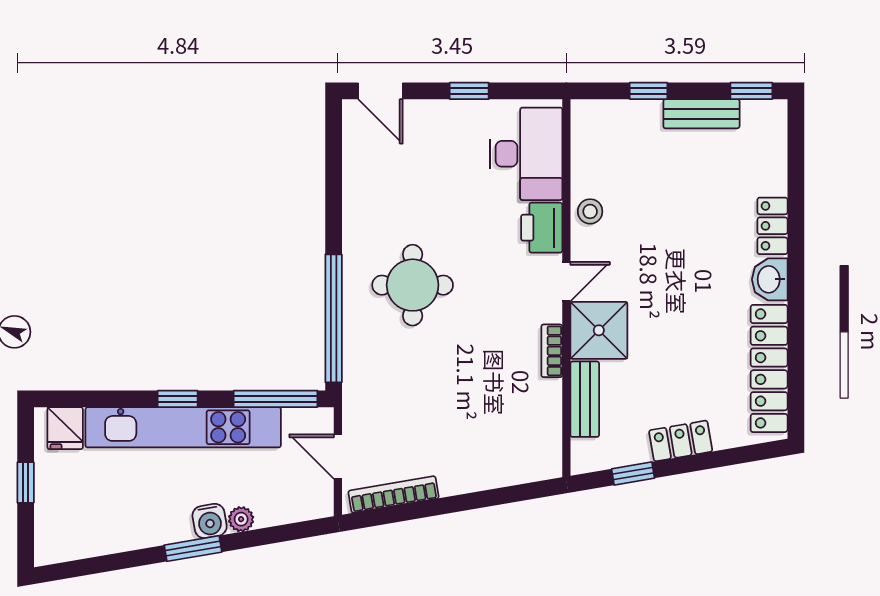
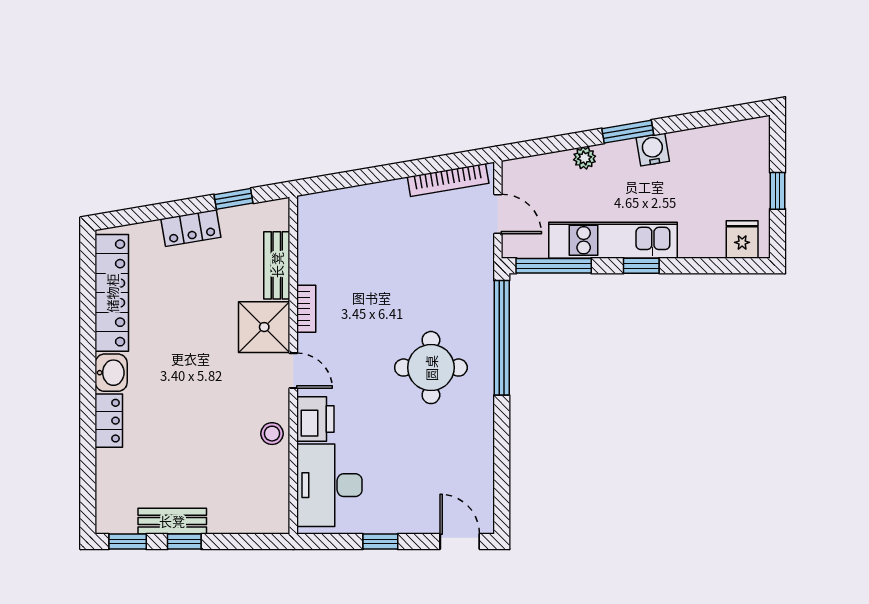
window: (649, 91) -> (184, 542), moved
door: (566, 282) -> (293, 371), swing flipped
kitchen unit: (183, 427) -> (613, 240), width x0.73
water cooler: (210, 521) -> (653, 150), moved

